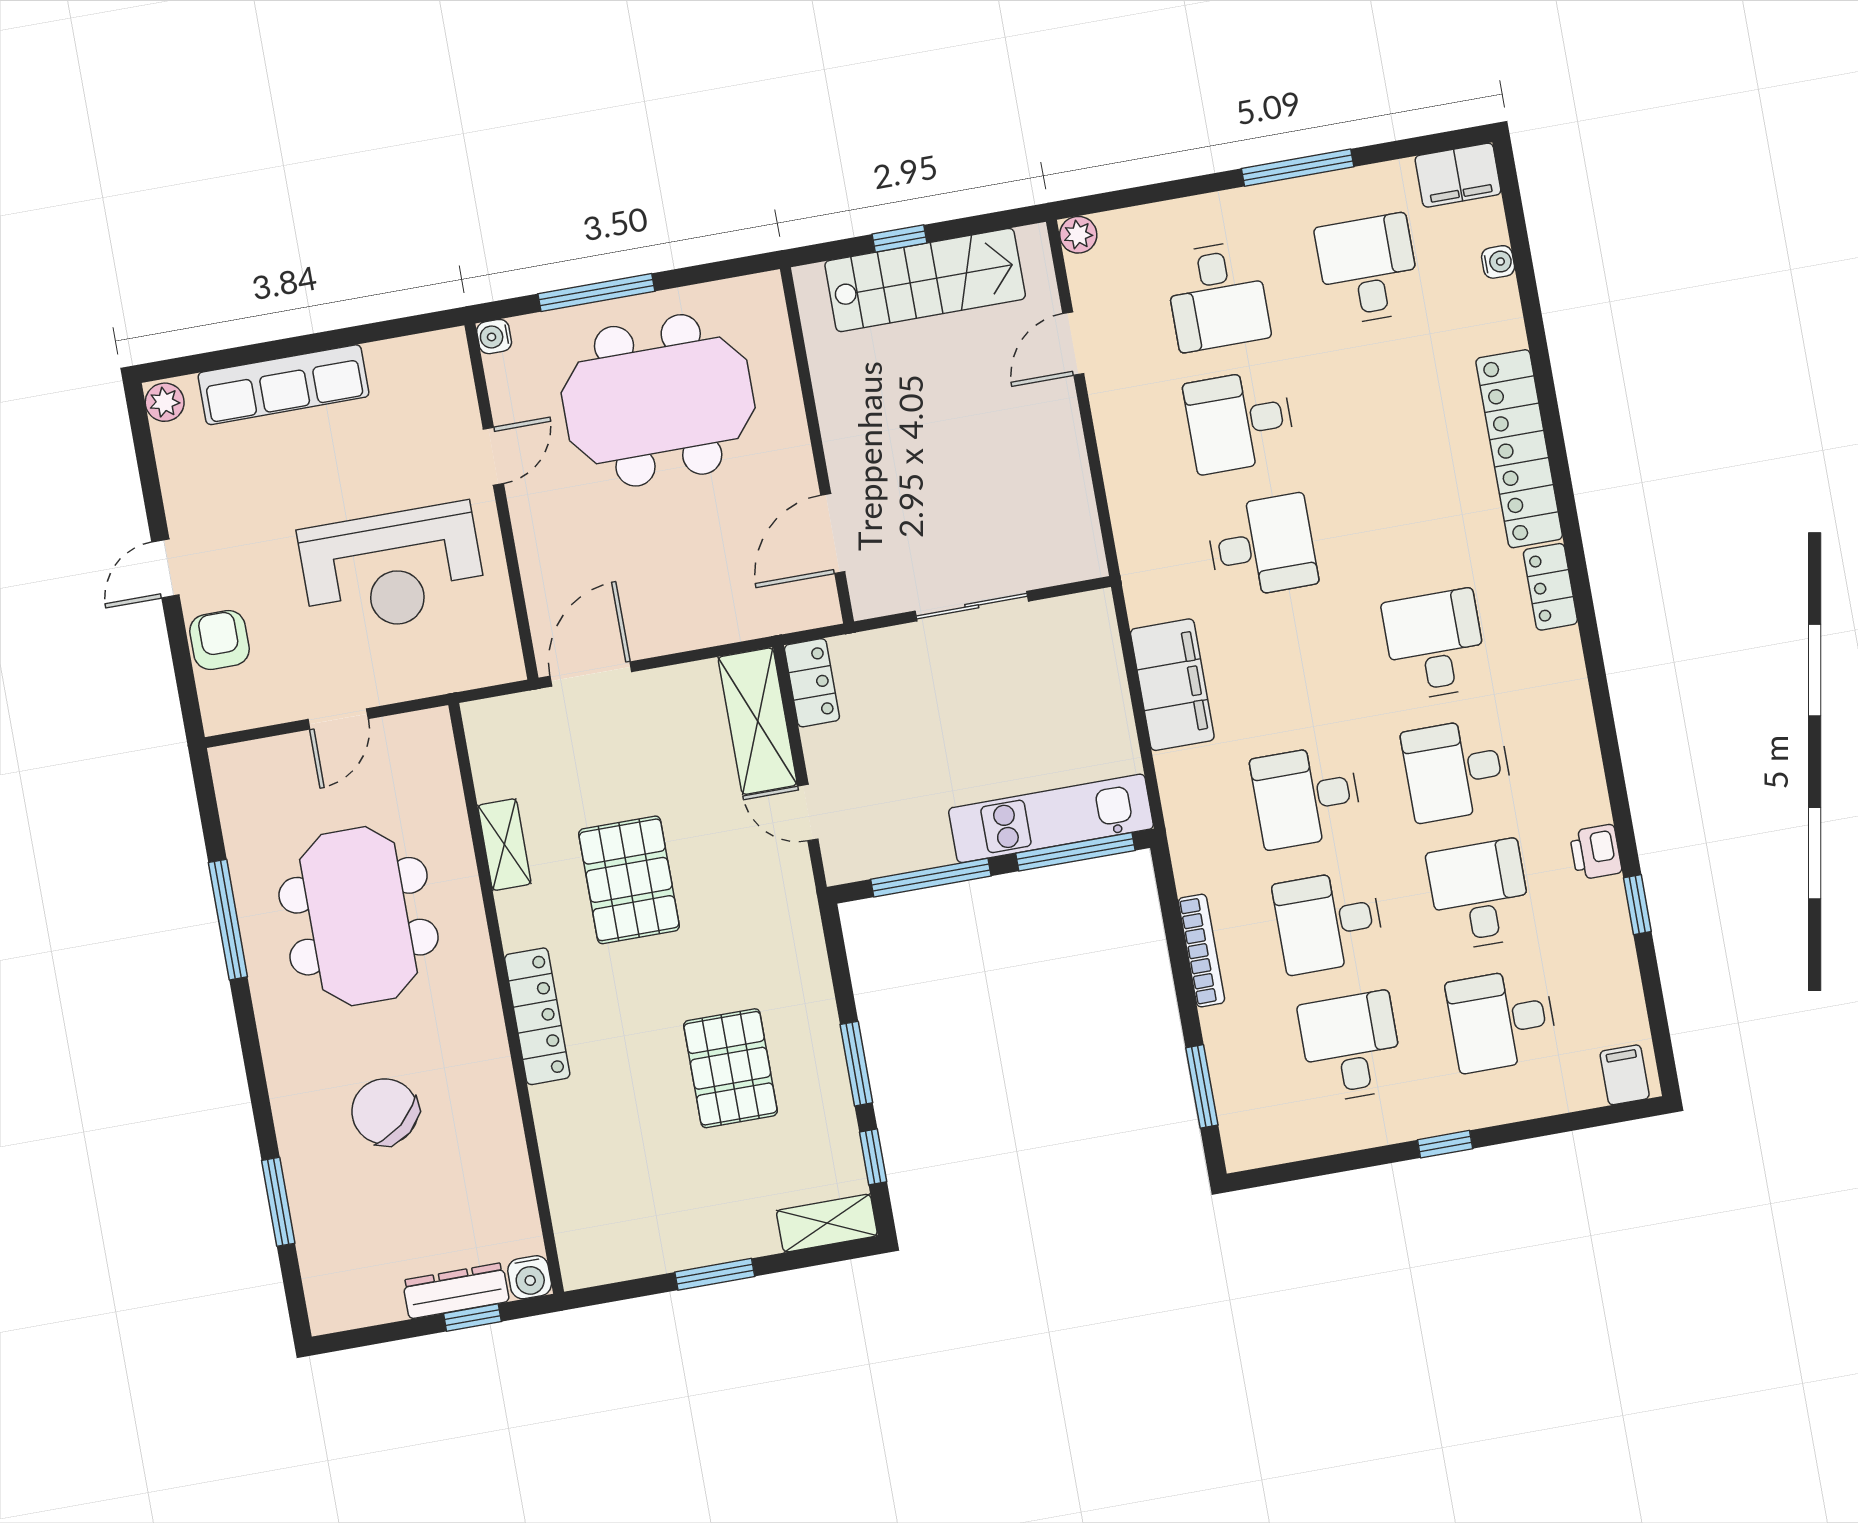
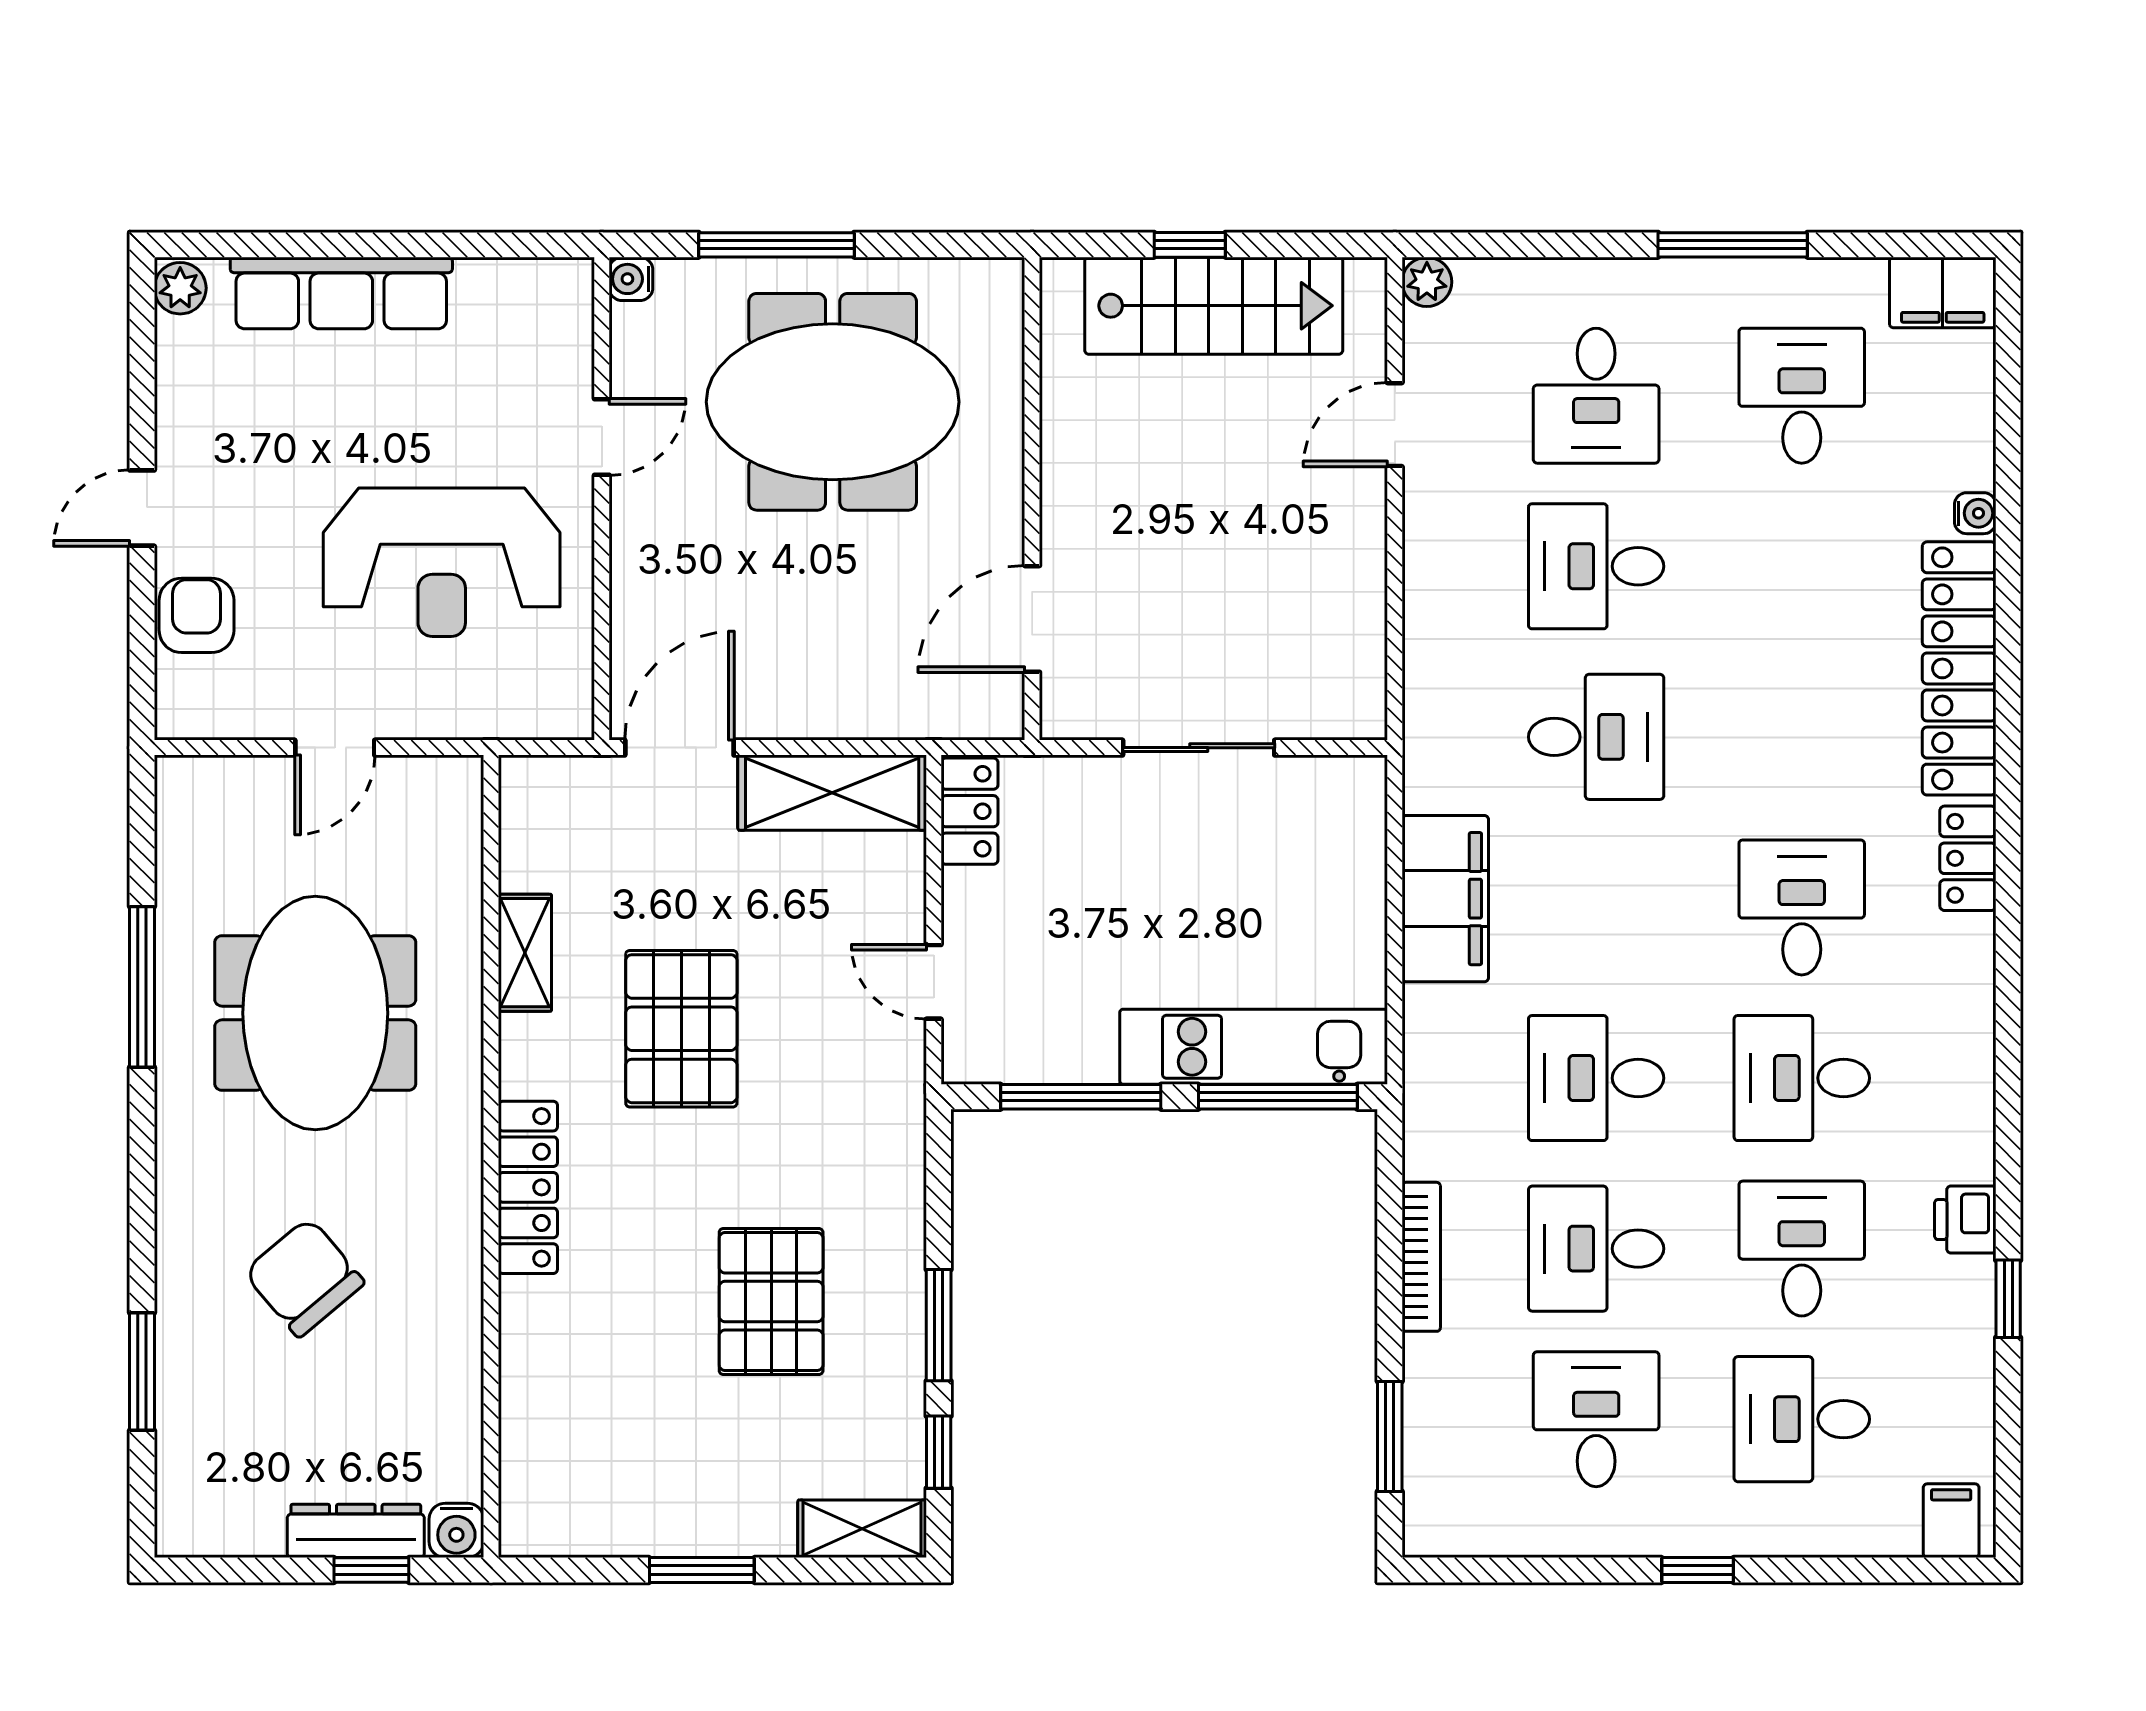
water cooler: (1498, 262) -> (1975, 513), moved
shelving: (758, 721) -> (832, 793), moved, turned 90

